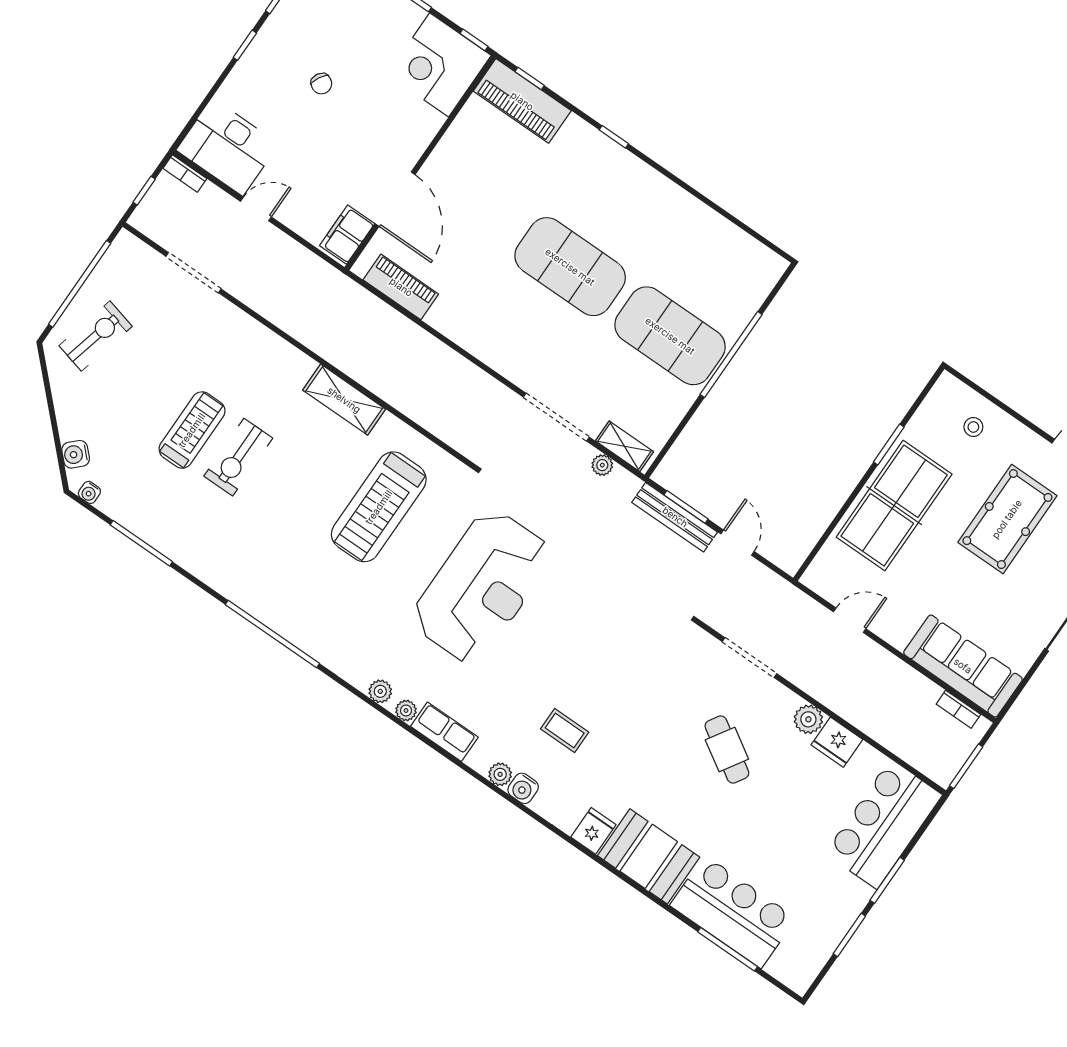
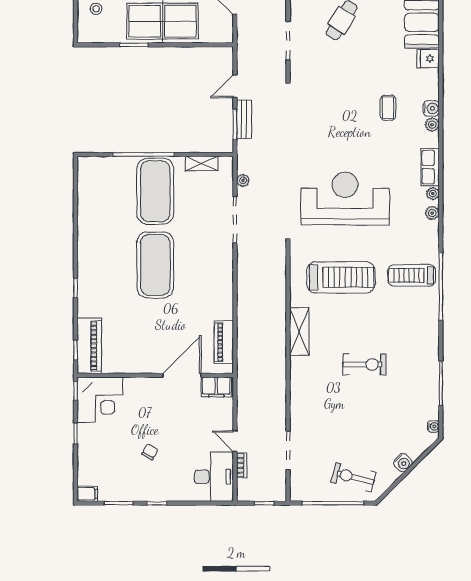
bookcase: (185, 173) -> (242, 465), moved
treadmill: (192, 430) -> (412, 275), moved
shelving: (624, 446) -> (202, 163), moved, turned 90
water cooler: (76, 454) -> (403, 463), moved
bench: (675, 517) -> (244, 119), width x0.73

